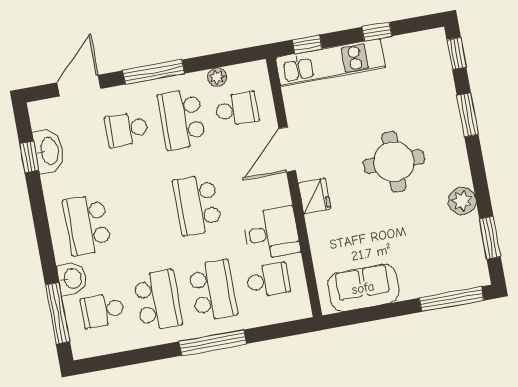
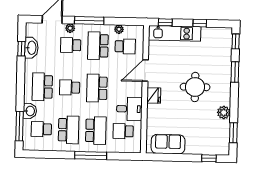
plant: (119, 95) -> (70, 28), added
school desk: (142, 215) -> (70, 87), added
school desk: (268, 280) -> (123, 131), turned 180
window: (452, 299) -> (209, 158), width x0.46

